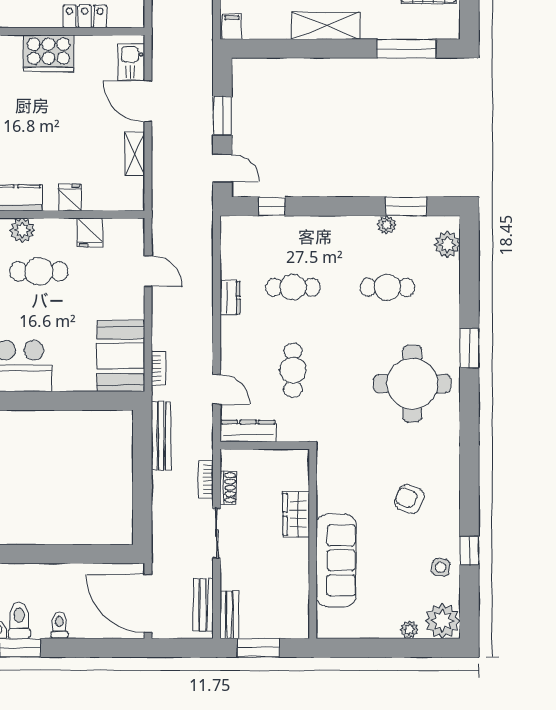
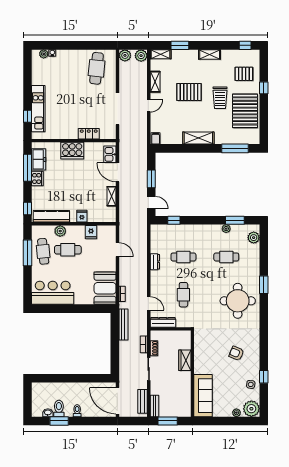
sofa: (336, 560) -> (203, 396), moved

